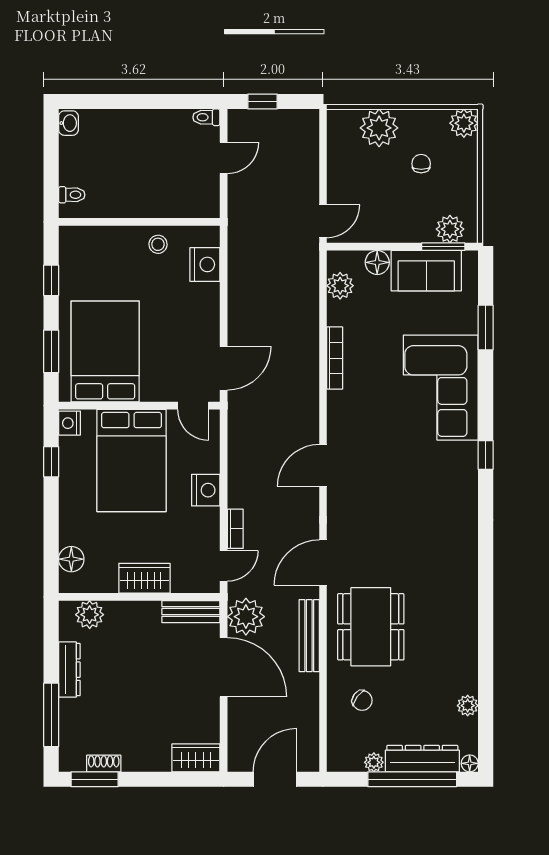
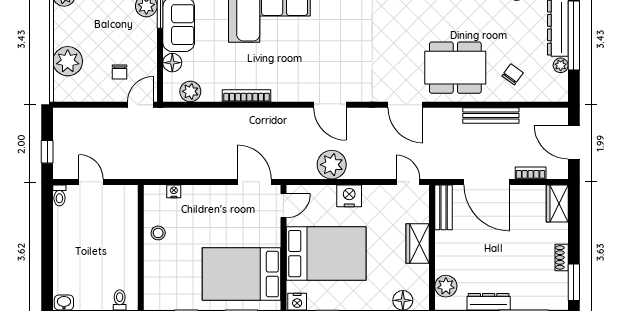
chair: (421, 164) -> (119, 72), moved, turned -90
door: (323, 221) -> (140, 105), hinge flipped
nightstand: (205, 264) -> (174, 191), width x0.53, depth x0.56
bookcase: (235, 529) -> (531, 173), moved
plant: (246, 617) -> (332, 165), moved
bench: (309, 636) -> (491, 115), moved
door: (224, 667) -> (487, 182), swing flipped
shoe rack: (104, 763) -> (562, 257), moved

